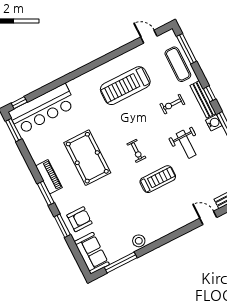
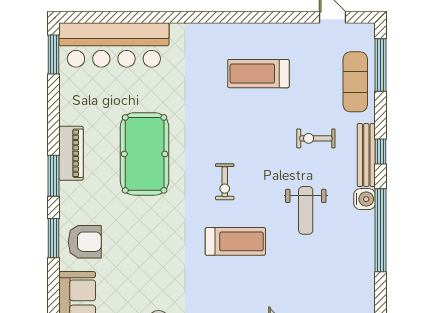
treadmill: (125, 86) -> (258, 74), width x0.73, depth x0.73
window: (19, 103) -> (83, 17), removed

